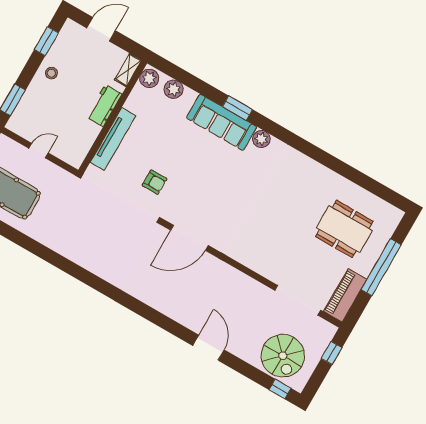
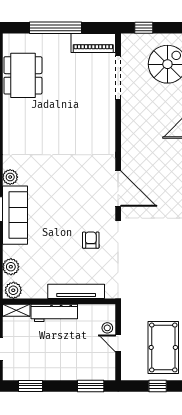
stool: (51, 73) -> (107, 328), moved
workbench: (104, 106) -> (54, 313), width x1.38
dining table: (344, 229) -> (23, 75), moved

